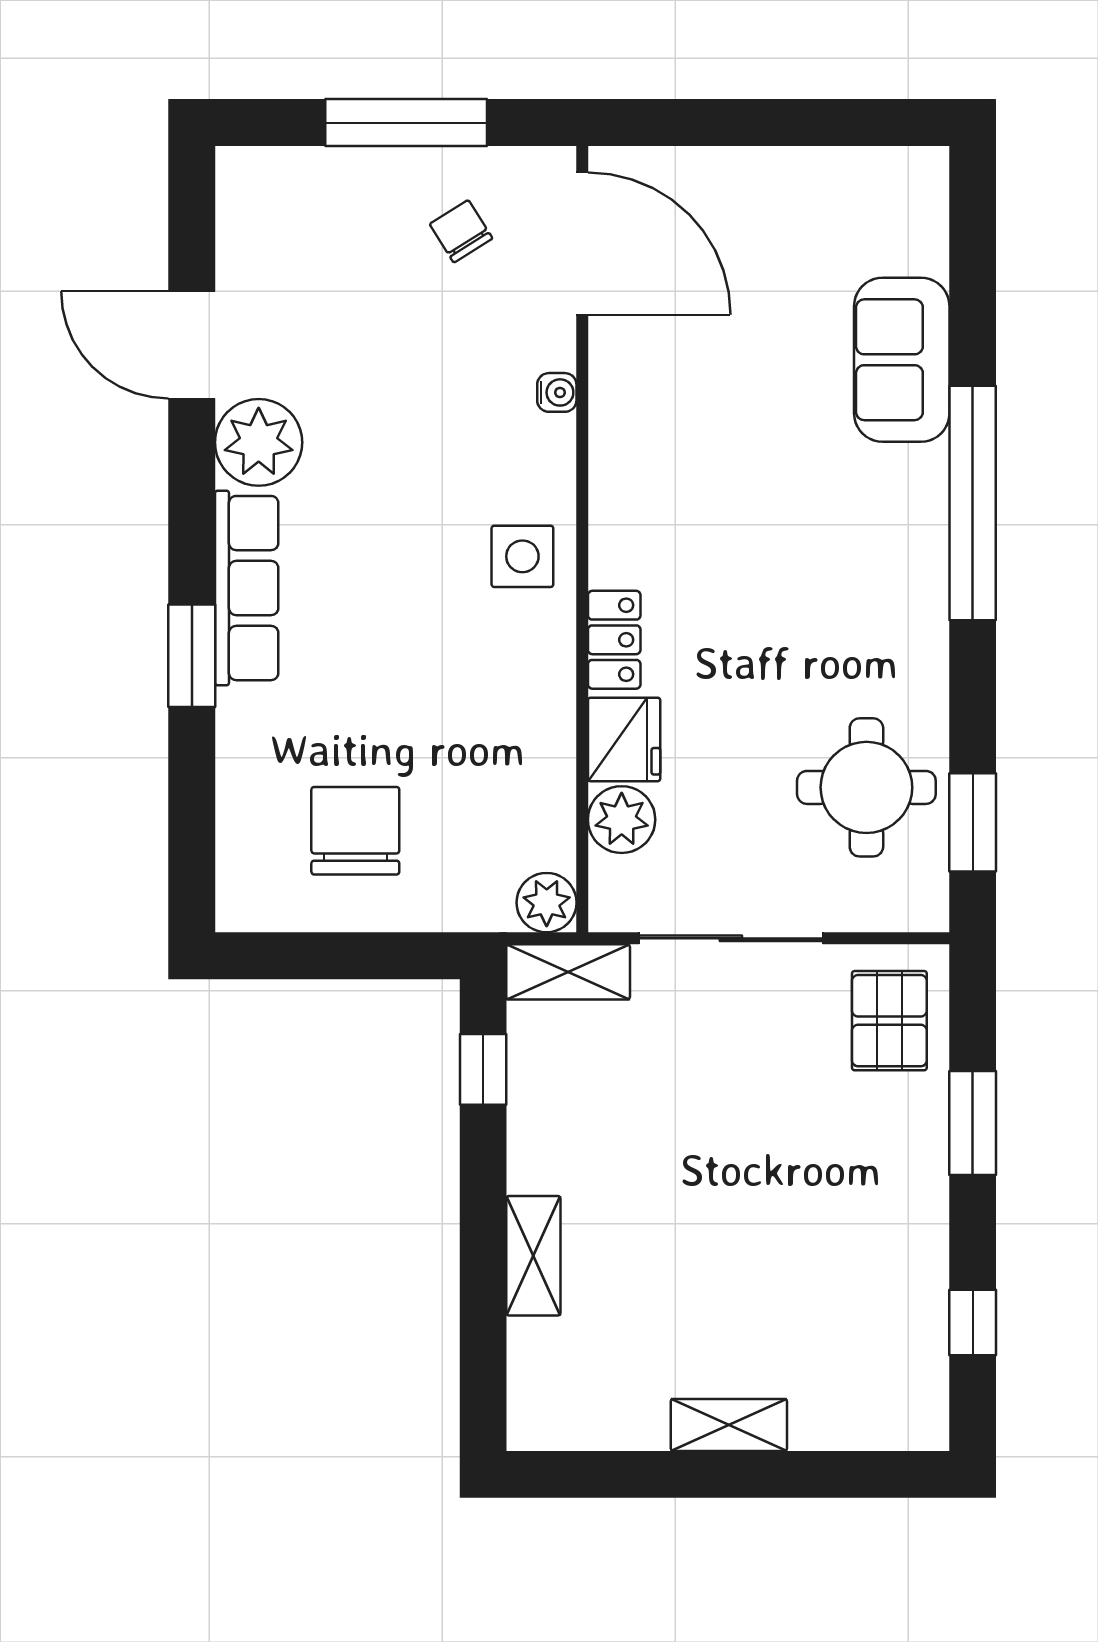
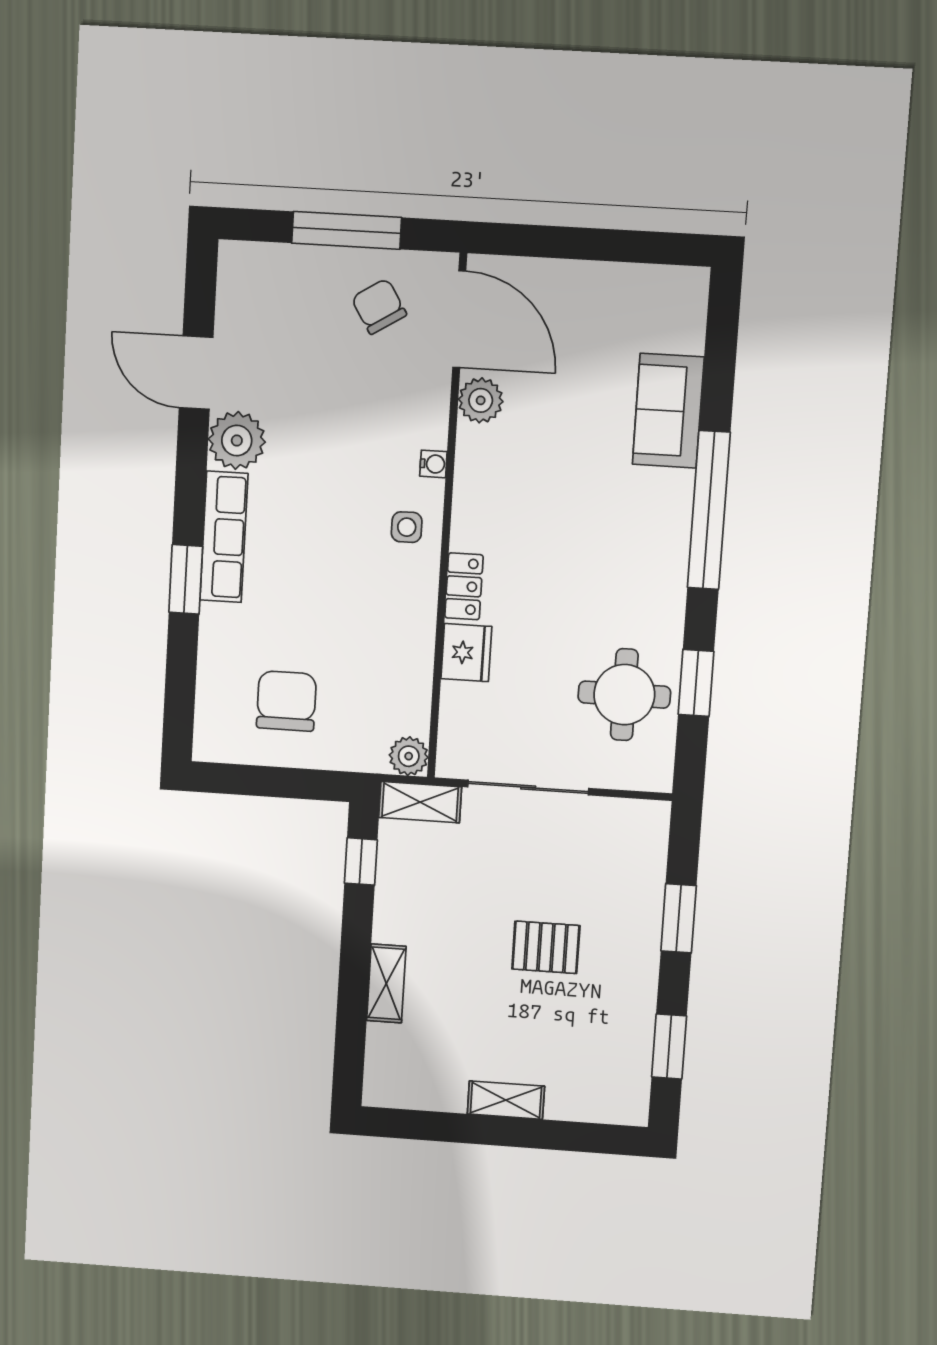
chair: (461, 231) -> (379, 306), width x1.37, depth x1.37
water cooler: (557, 392) -> (433, 464), moved
side table: (522, 556) -> (407, 527), width x0.73, depth x0.73
plant: (622, 820) -> (481, 400), moved
window: (973, 822) -> (696, 683), moved
pallet: (889, 1021) -> (546, 947), moved, turned 90
window: (973, 1323) -> (669, 1046), width x1.50

